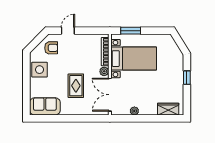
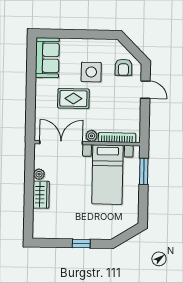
side table: (40, 70) -> (91, 72), moved
wardrobe: (168, 109) -> (41, 195), moved

